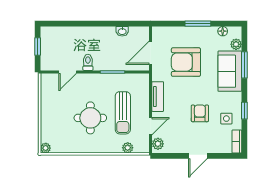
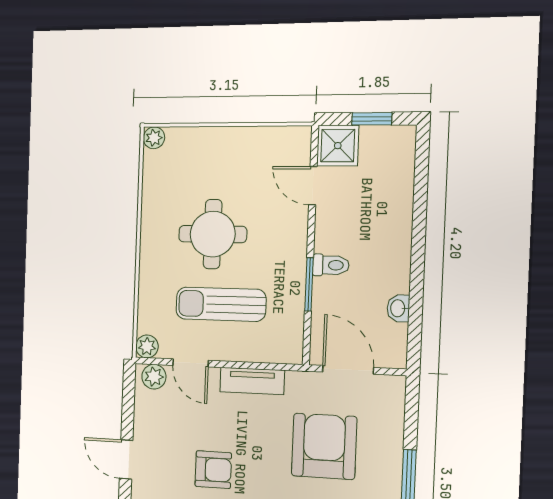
shower: (50, 61) -> (338, 146), added
toilet: (88, 62) -> (331, 265), moved
plant: (128, 148) -> (147, 346), moved

